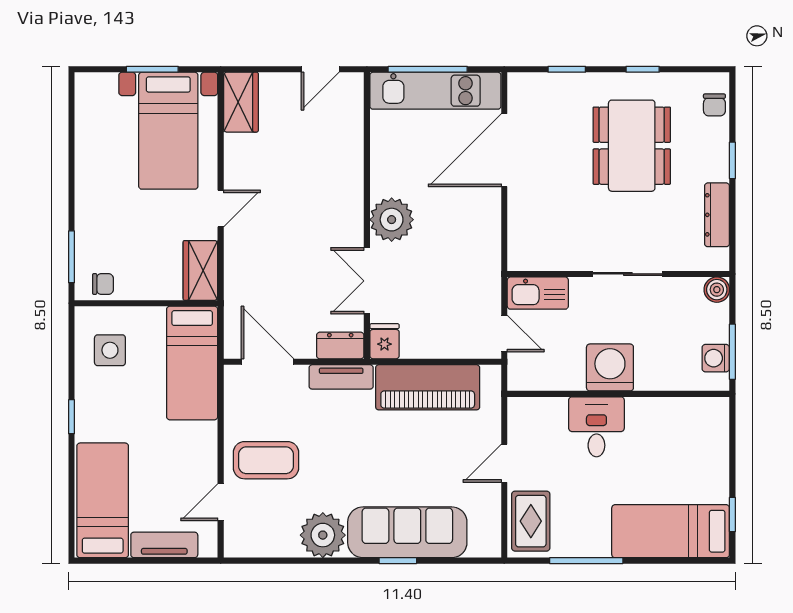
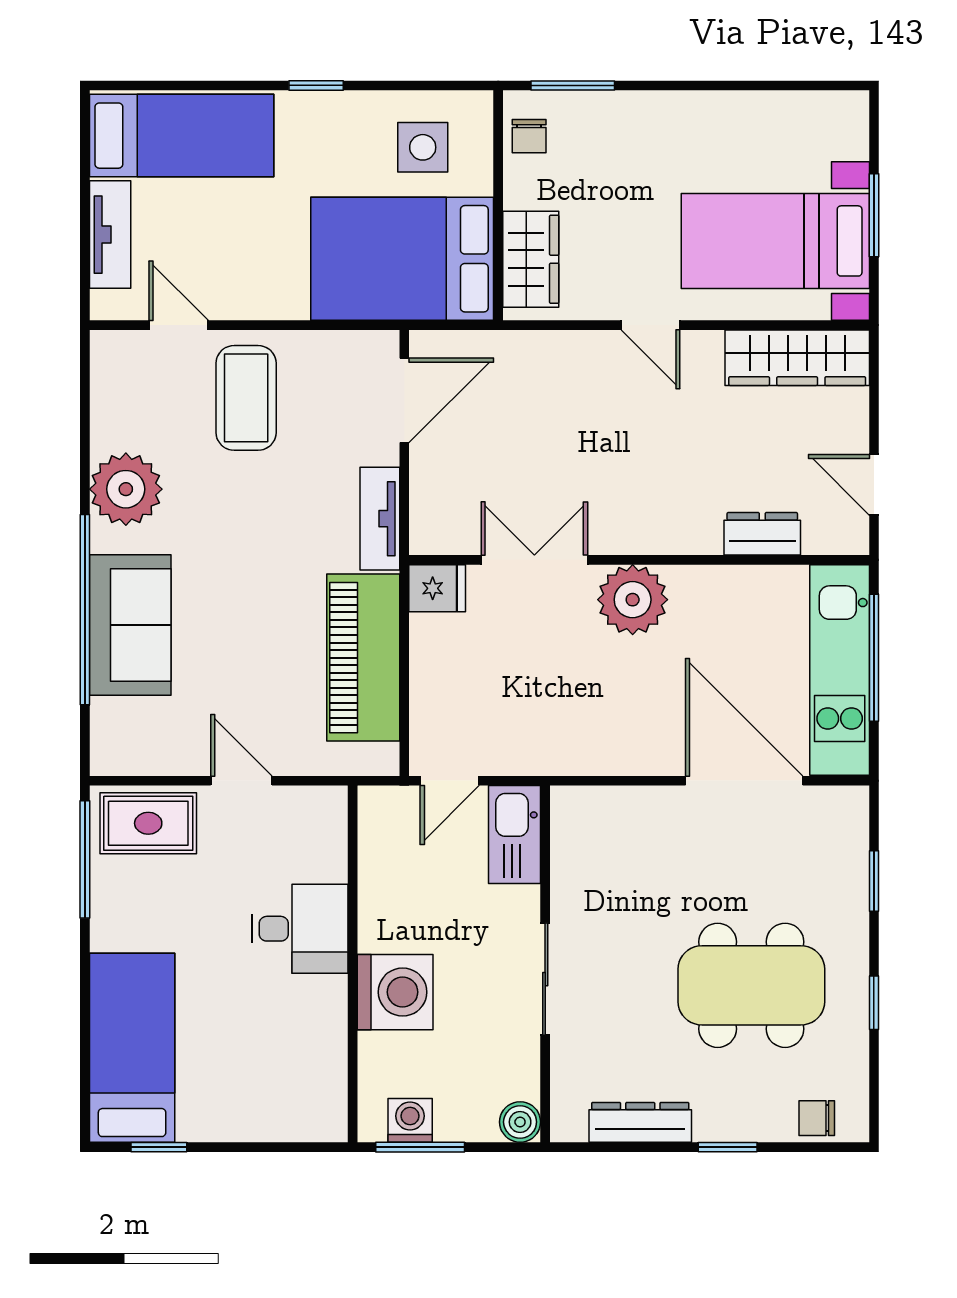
wardrobe: (241, 102) -> (797, 358), width x1.50
wardrobe: (200, 270) -> (531, 259), moved, turned 90
dresser: (340, 345) -> (762, 534), moved, turned -90
bed: (192, 363) -> (402, 259), width x1.50
washing machine: (610, 367) -> (395, 992), moved
sofa: (407, 532) -> (130, 625), width x0.73
window: (398, 561) -> (85, 610), width x3.17
window: (586, 561) -> (85, 859), moved

